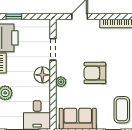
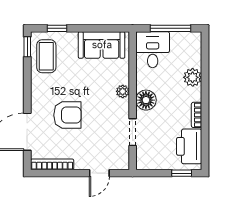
armchair: (95, 73) -> (67, 115), moved

